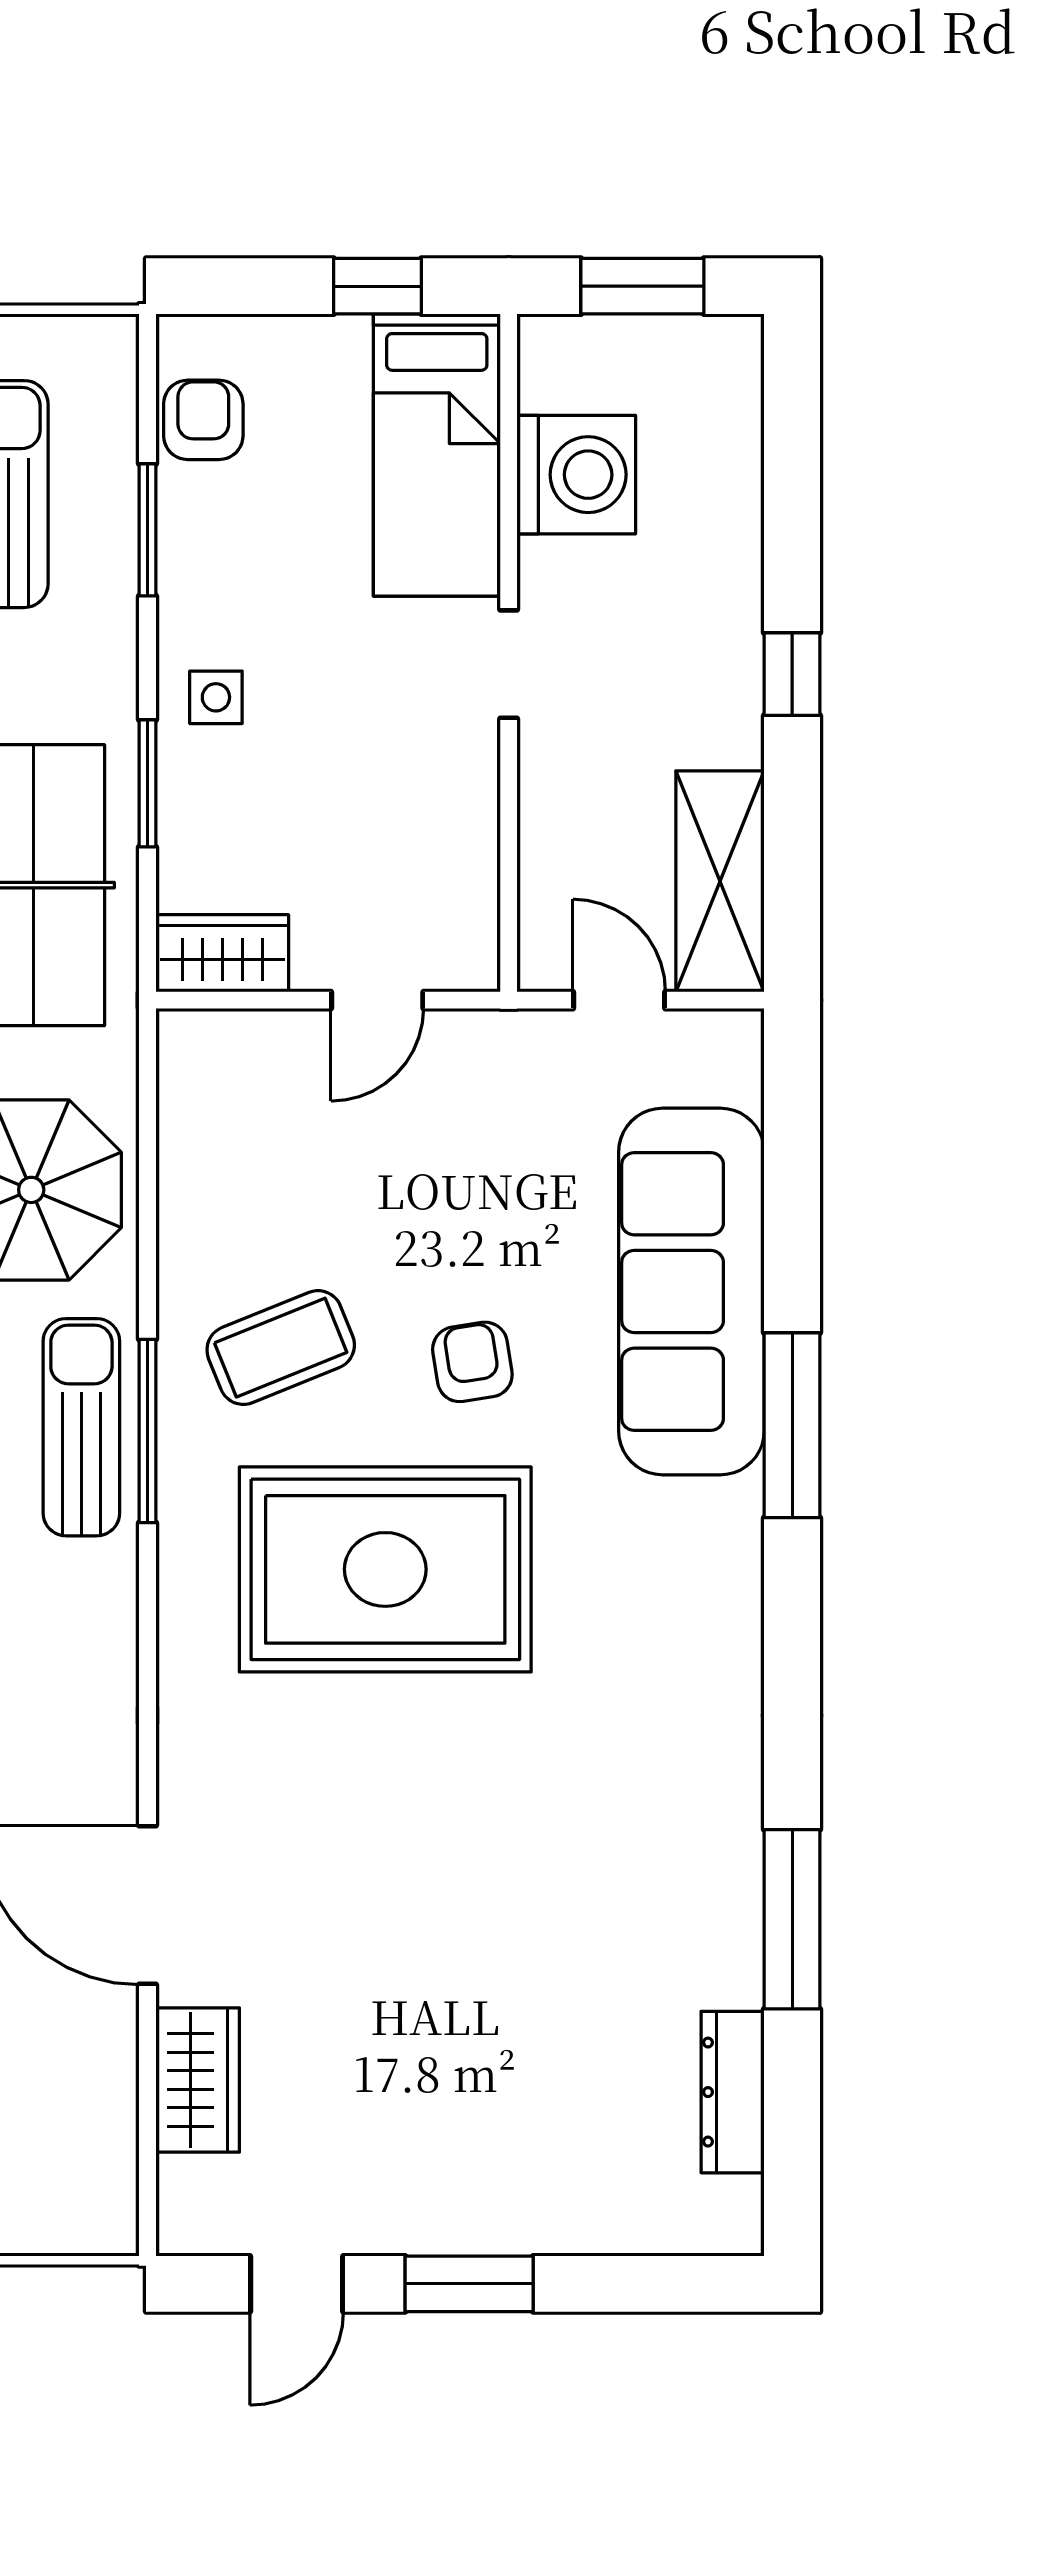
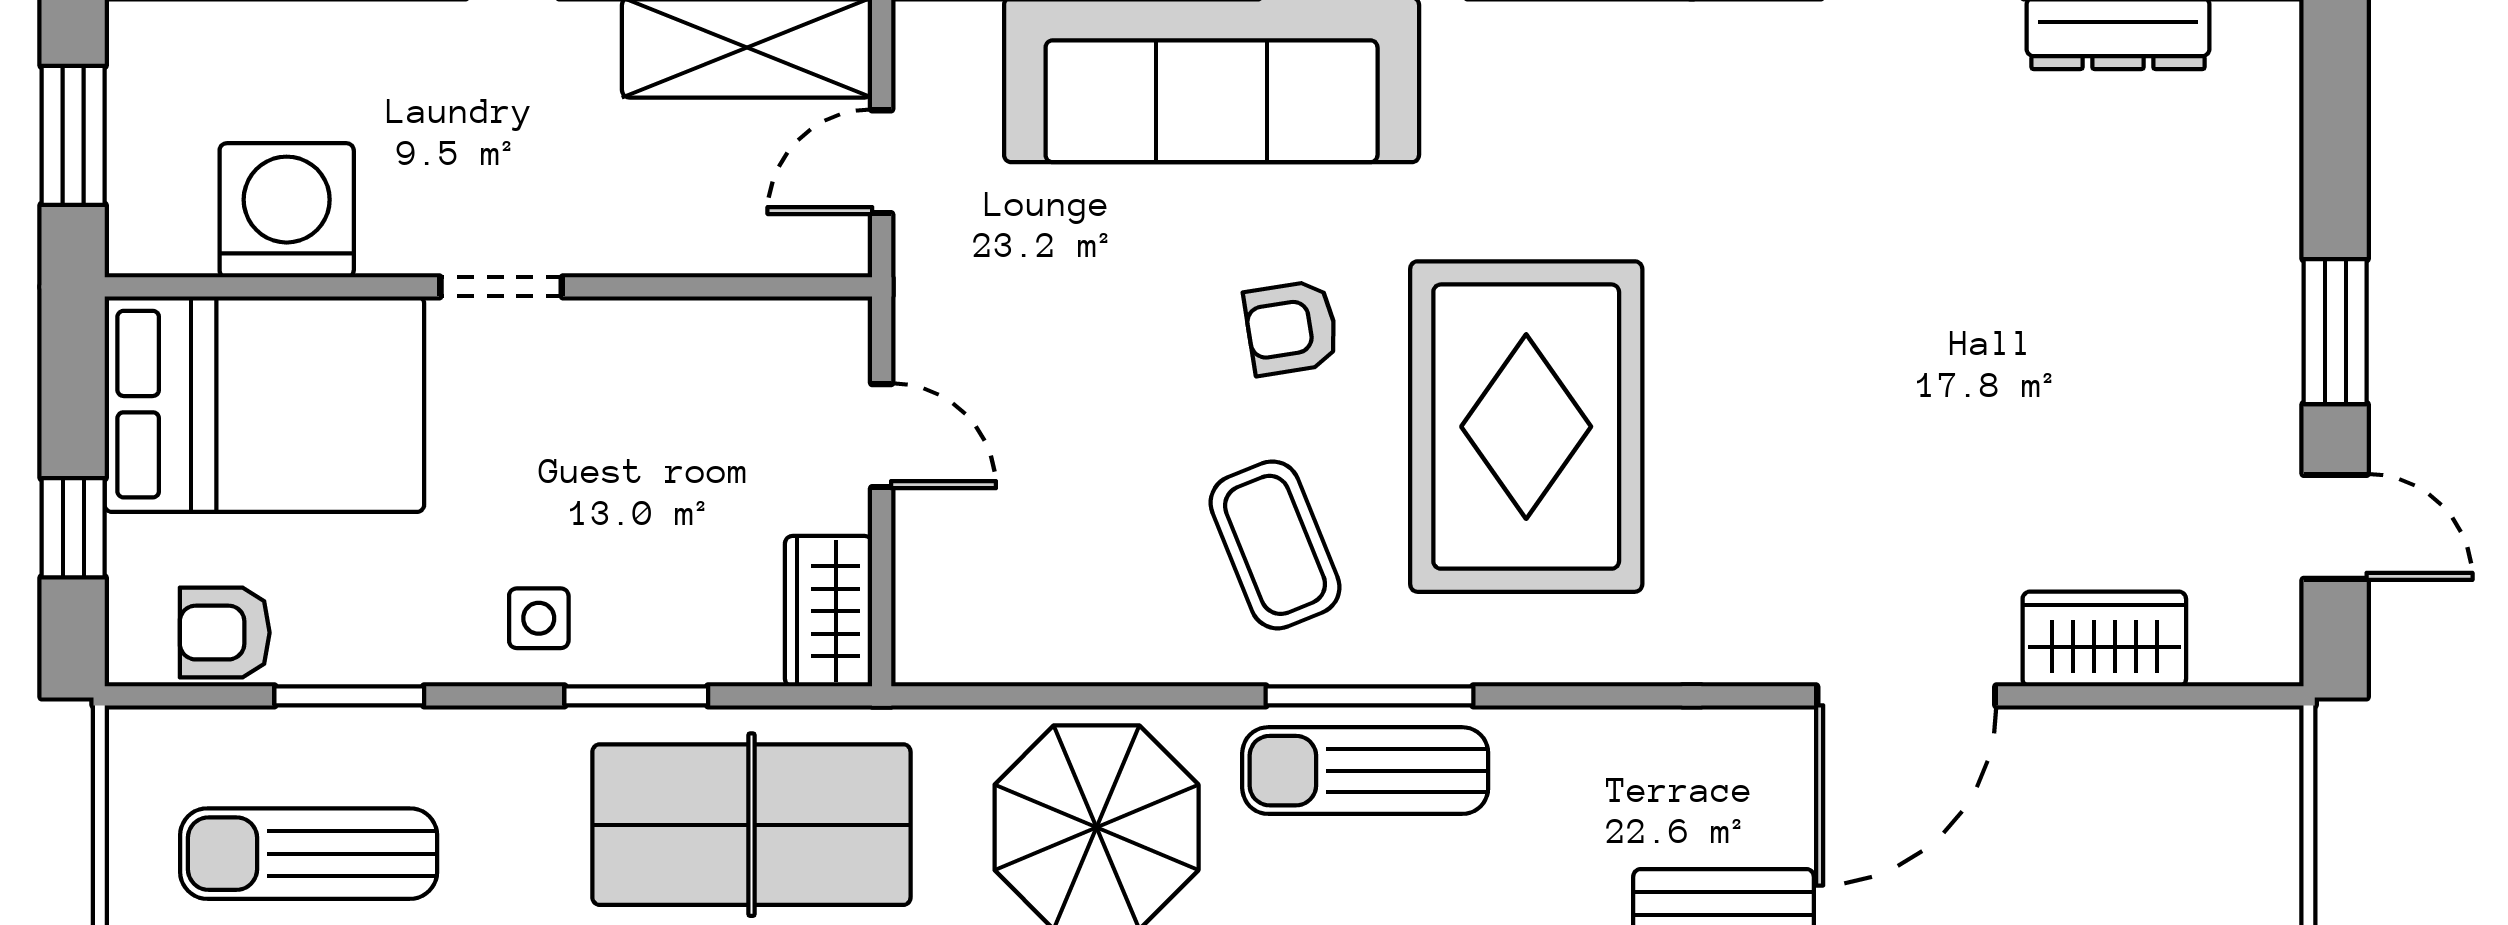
window: (377, 286) -> (73, 528), moved
bed: (437, 455) -> (264, 404), width x1.50

